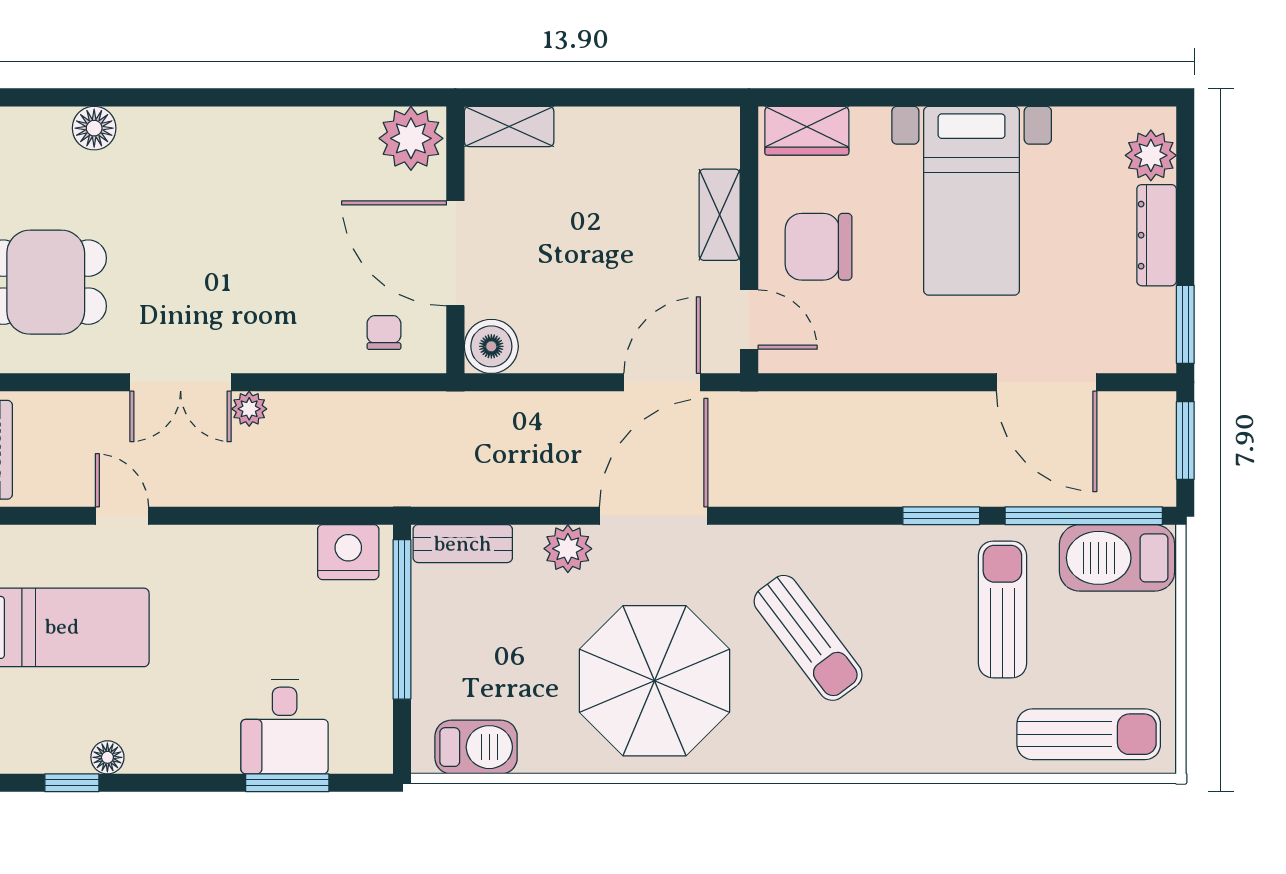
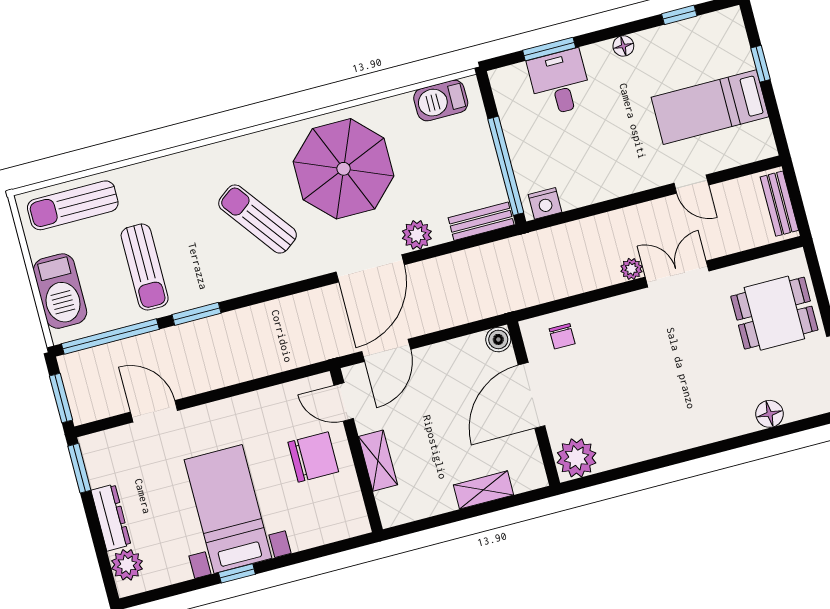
window: (984, 97) -> (237, 573), added
shelving: (509, 126) -> (483, 490), moved
wardrobe: (807, 131) -> (339, 525), removed
door: (455, 253) -> (532, 395), swing flipped
boiler: (491, 346) -> (498, 339), width x0.73, depth x0.73
door: (1047, 382) -> (154, 411), width x0.73
nightstand: (348, 552) -> (545, 203), width x0.74, depth x0.75
barbecue: (1117, 558) -> (60, 291), moved, turned 90
floor lamp: (107, 757) -> (623, 46), moved

